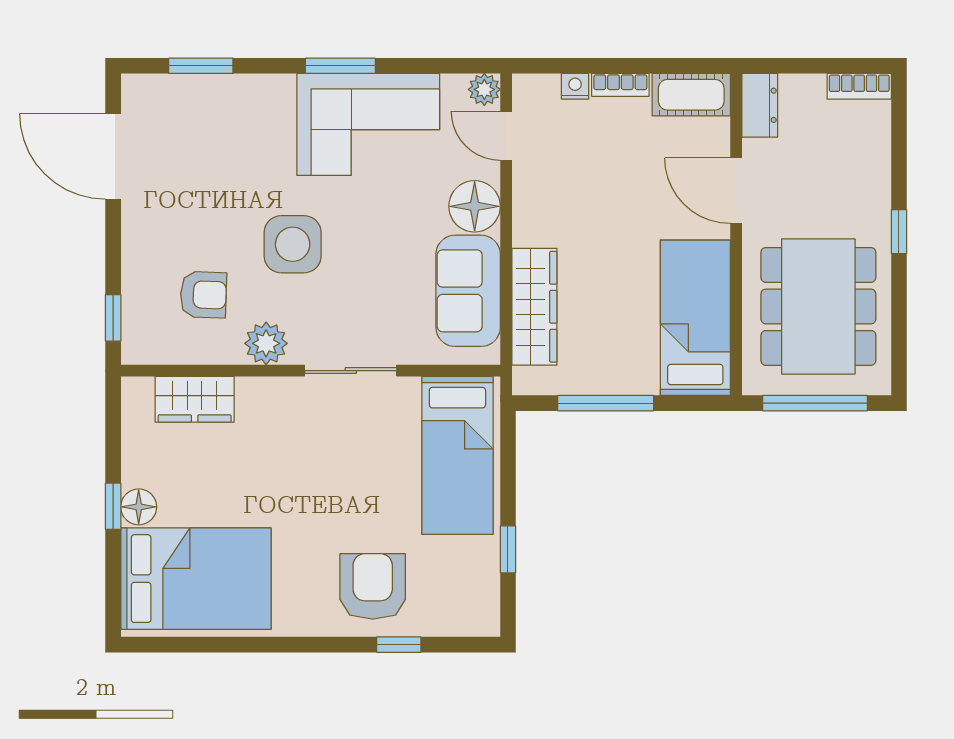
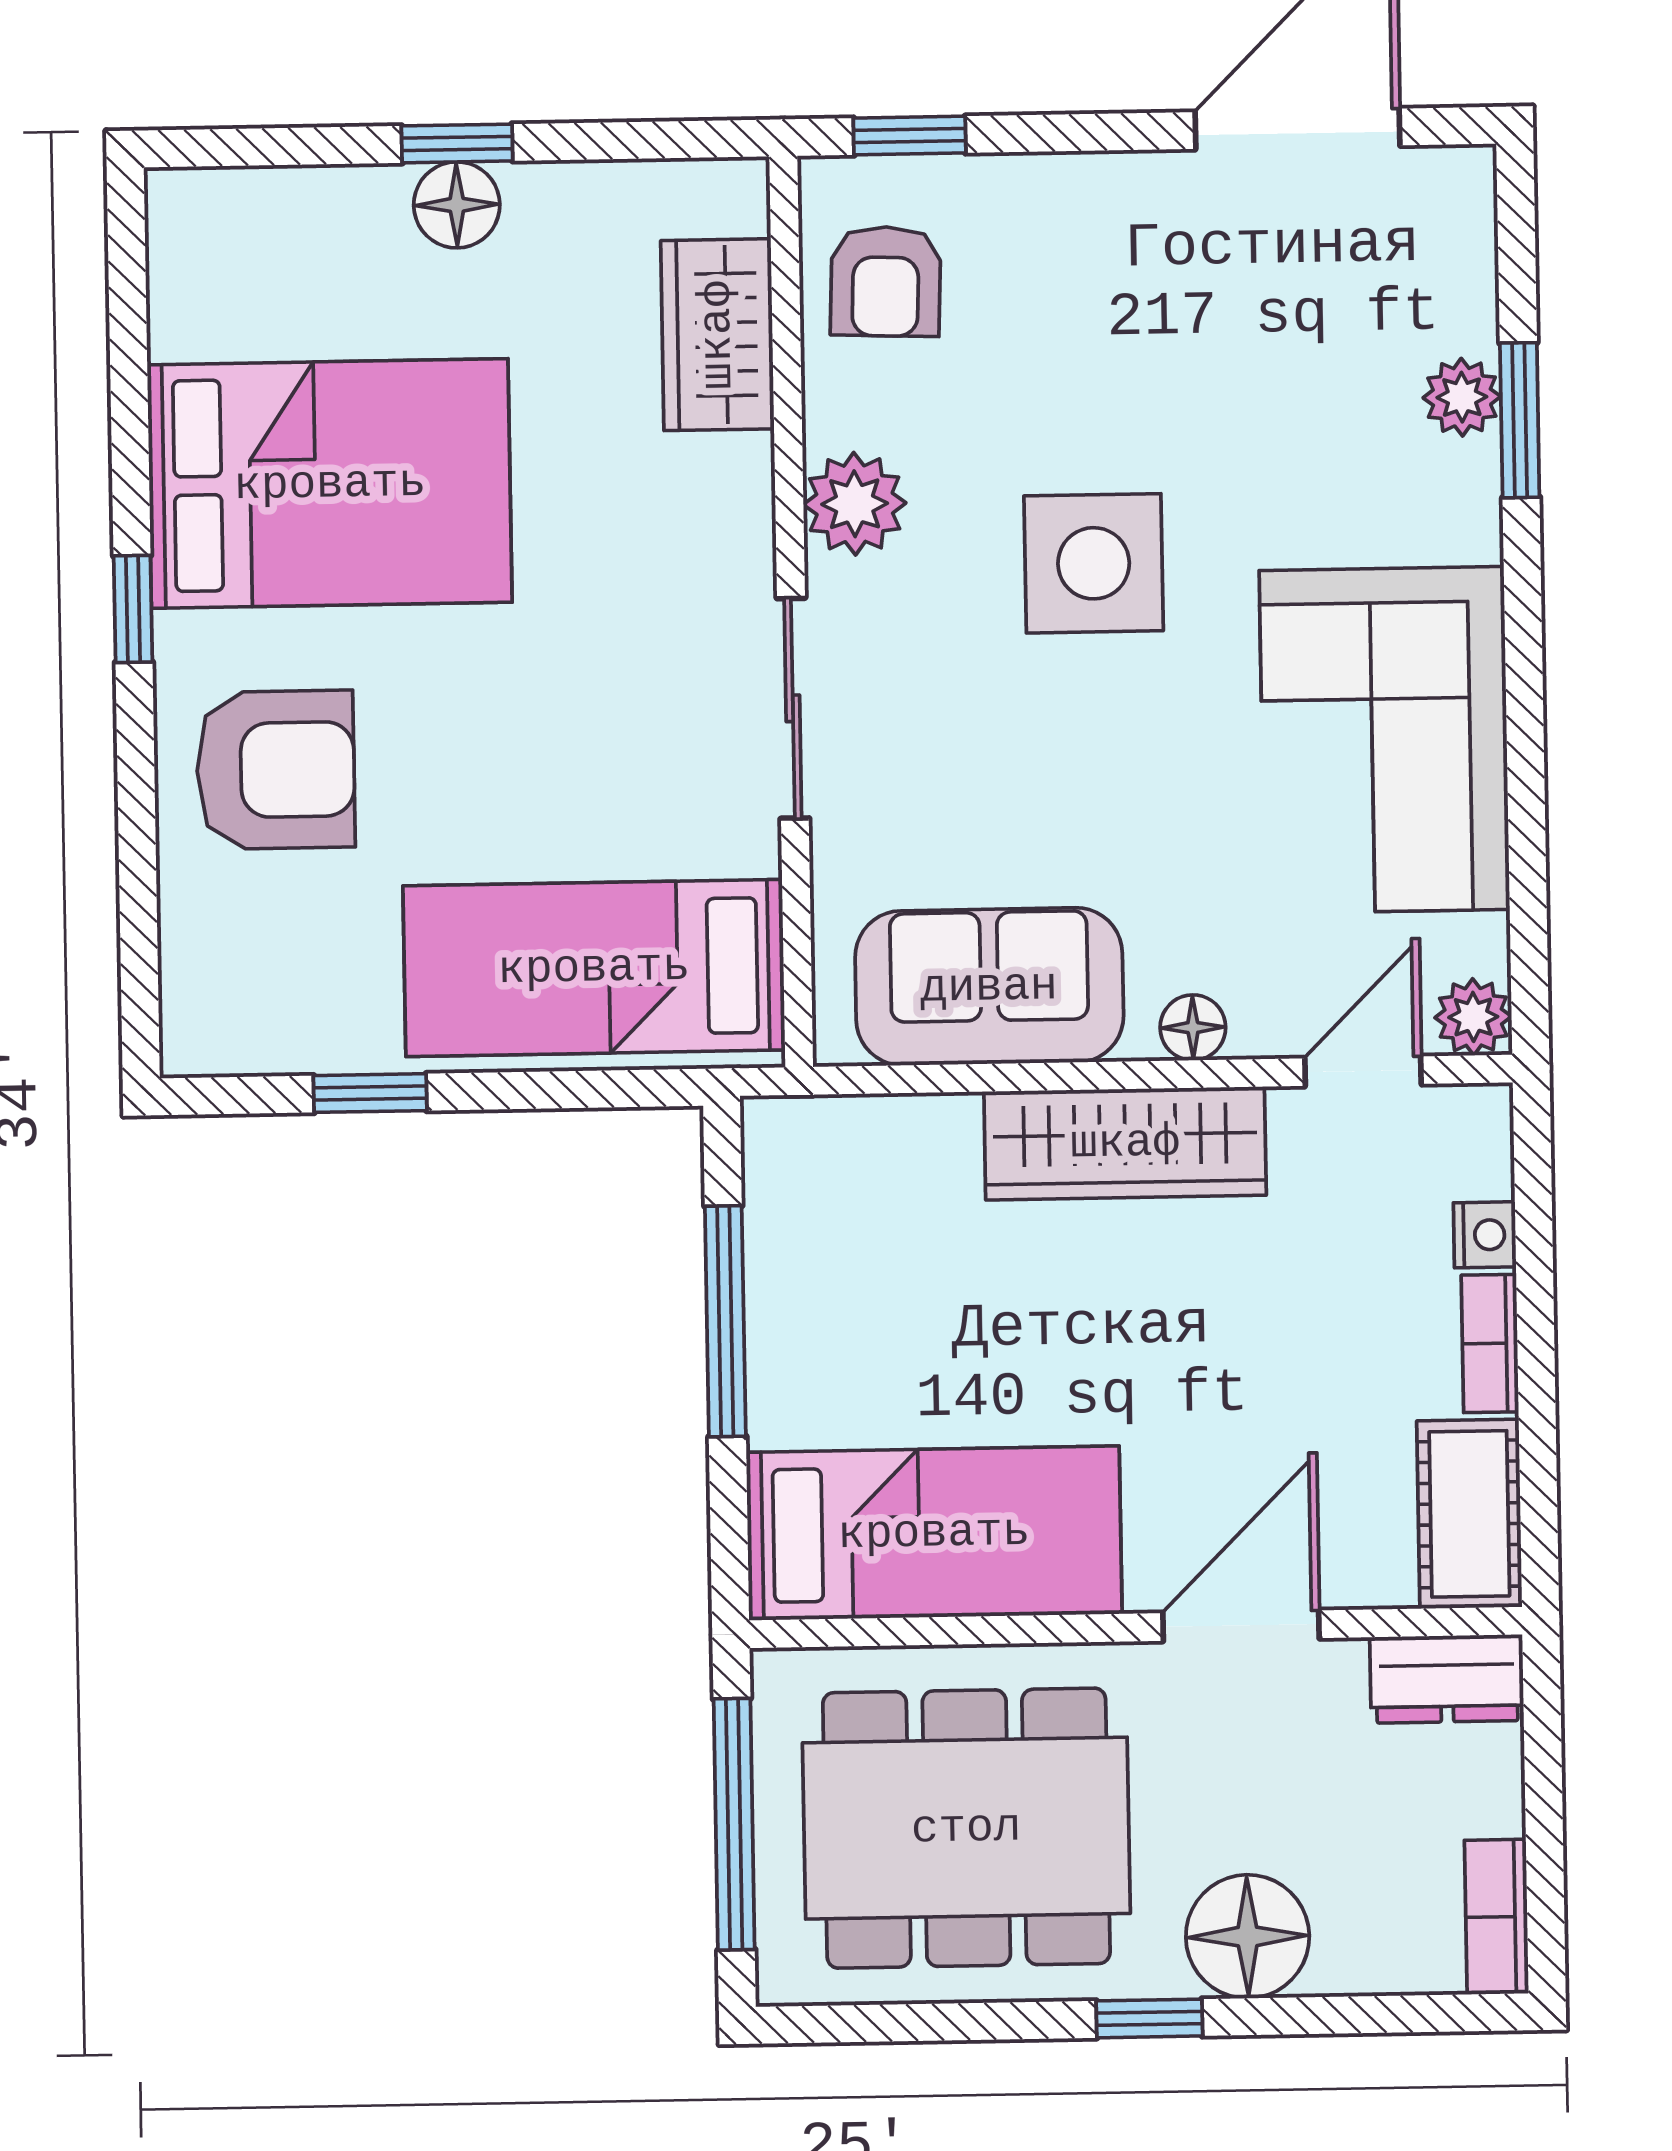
window: (201, 66) -> (1520, 420), moved
window: (340, 66) -> (1524, 671), removed
plant: (226, 90) -> (1462, 397), added
floor lamp: (866, 190) -> (1248, 1937), added
floor lamp: (475, 206) -> (1193, 1028), width x0.53, depth x0.53
armchair: (203, 295) -> (886, 281), moved
wardrobe: (534, 307) -> (1125, 1143), moved
bed: (196, 579) -> (330, 484), moved, turned -90
window: (399, 645) -> (133, 609), moved

